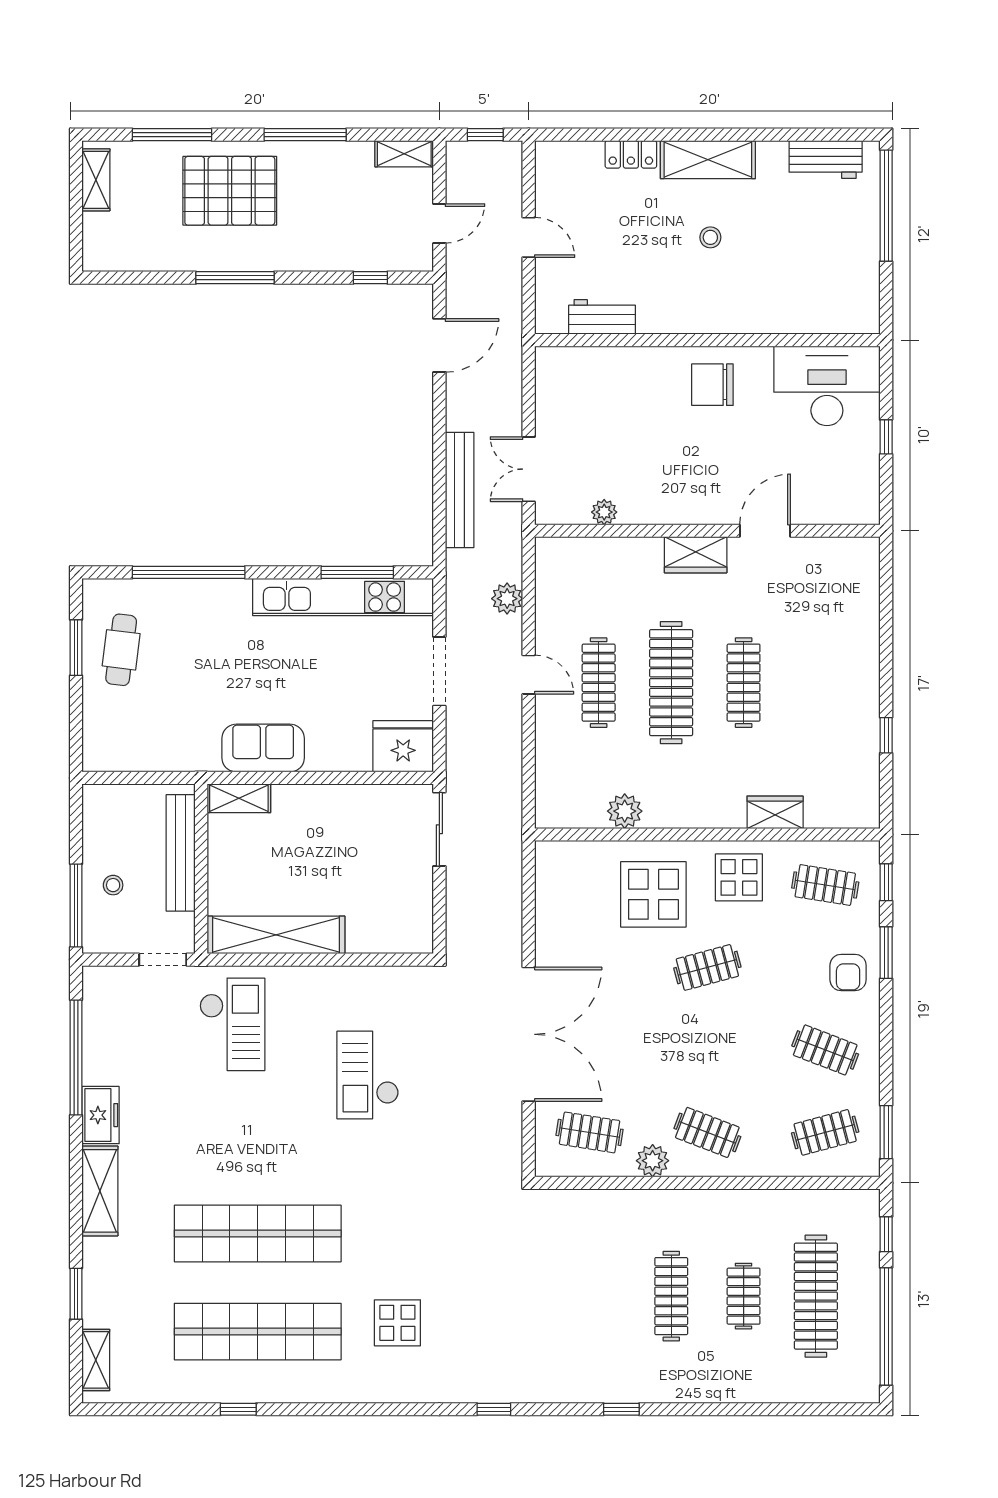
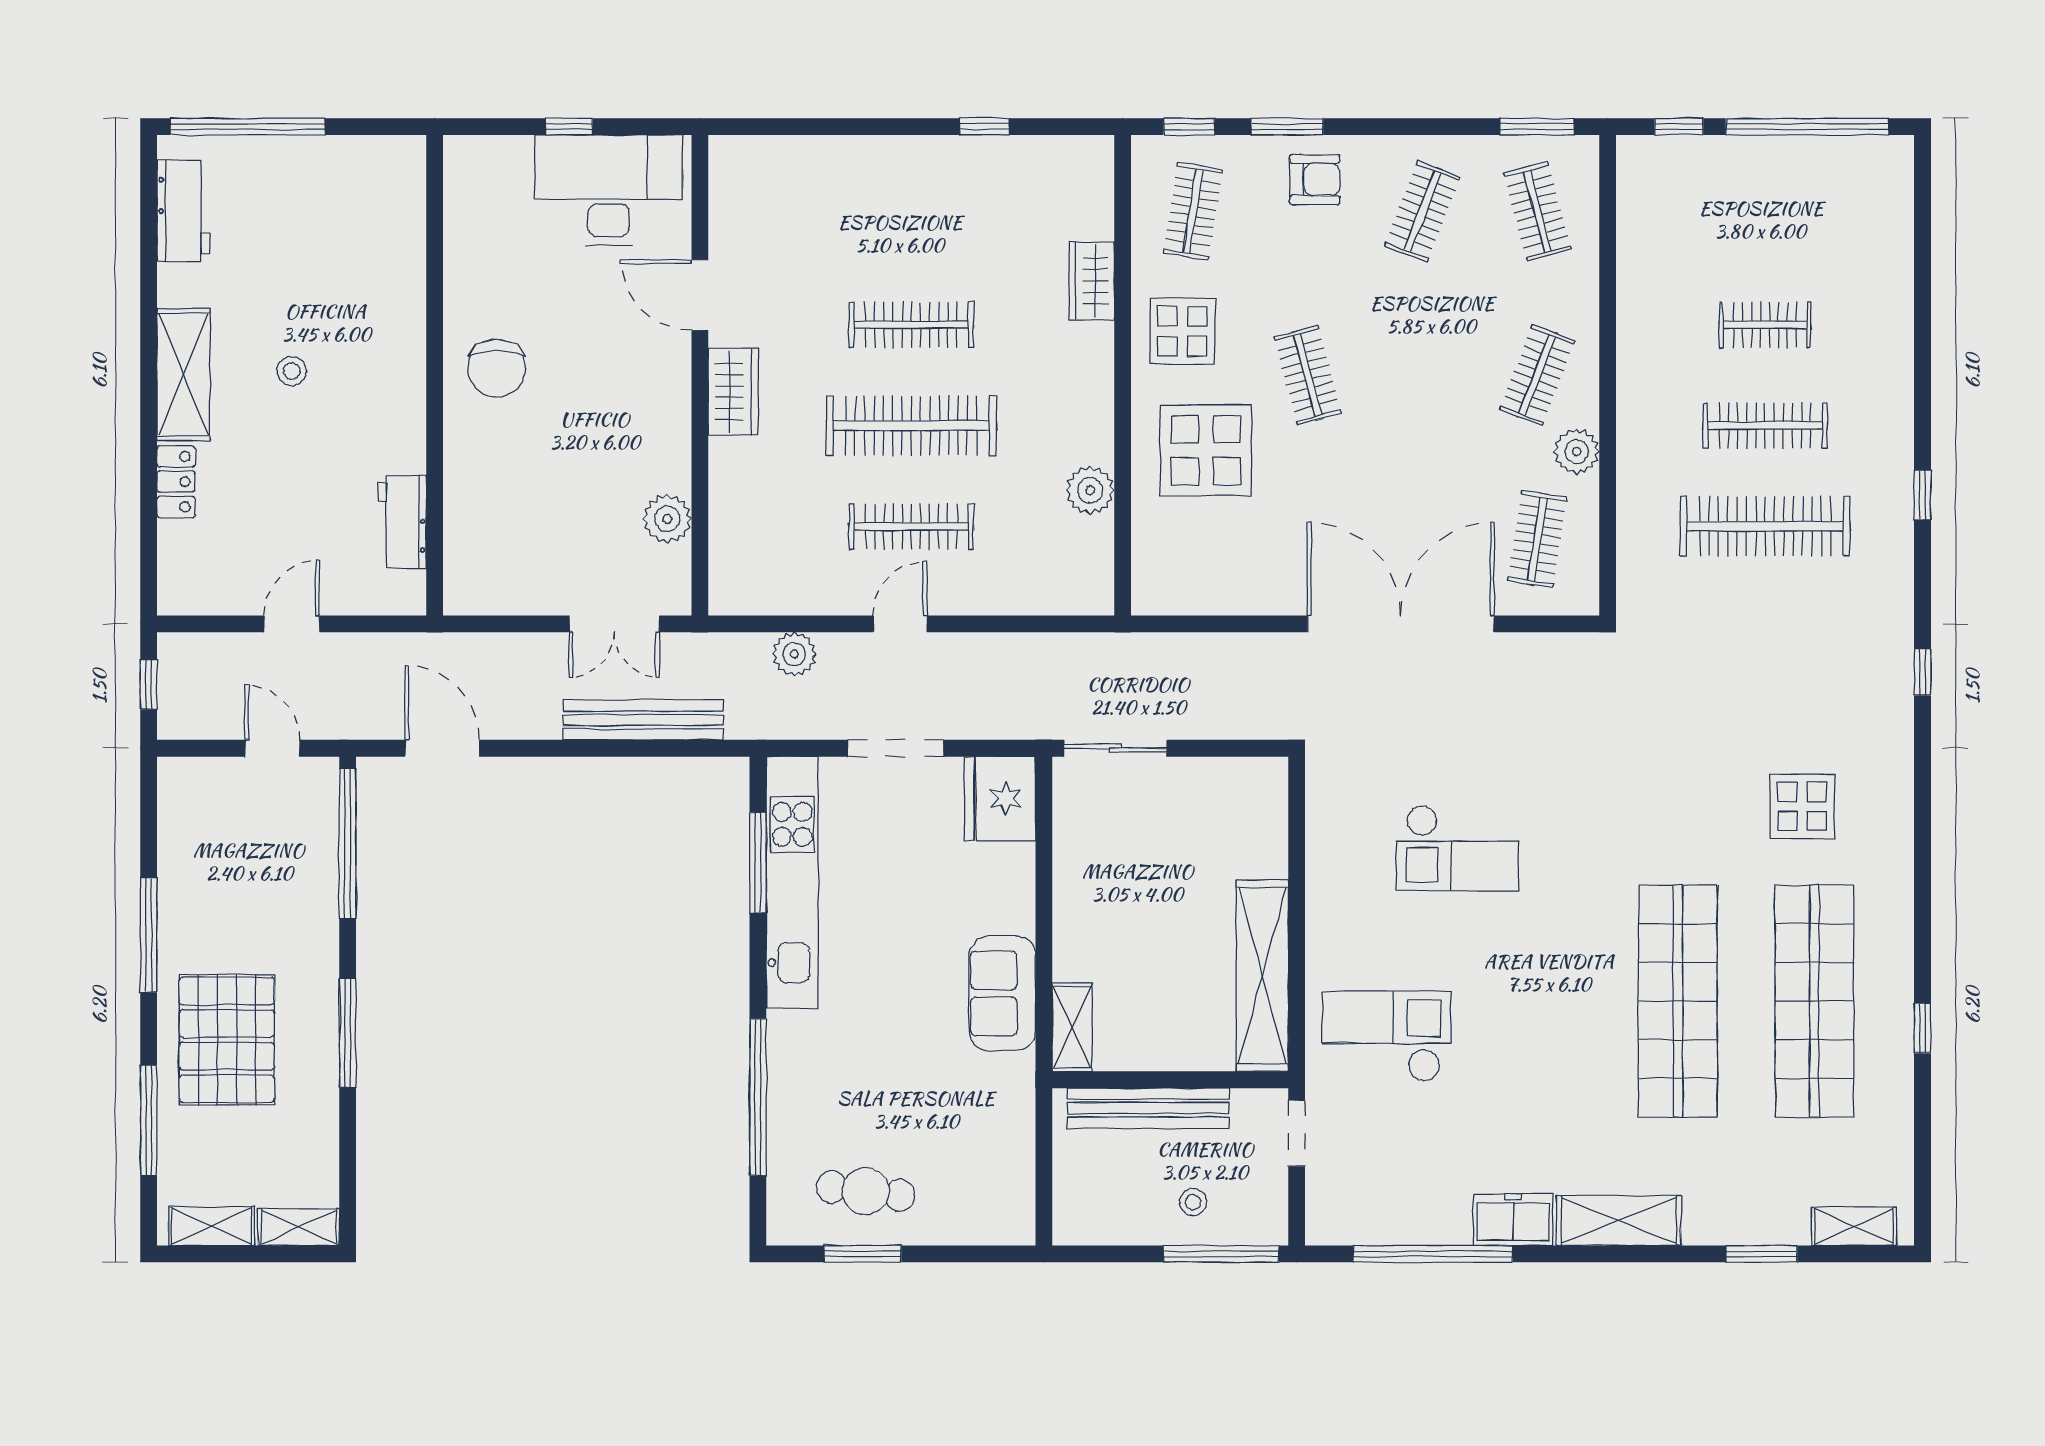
shelving: (404, 154) -> (299, 1227), moved, turned 90
window: (370, 278) -> (348, 844), width x3.17
desk: (827, 386) -> (609, 190), moved, turned 90
plant: (604, 512) -> (667, 519), width x1.38, depth x1.38
clothes rail: (816, 1296) -> (1765, 526), moved

